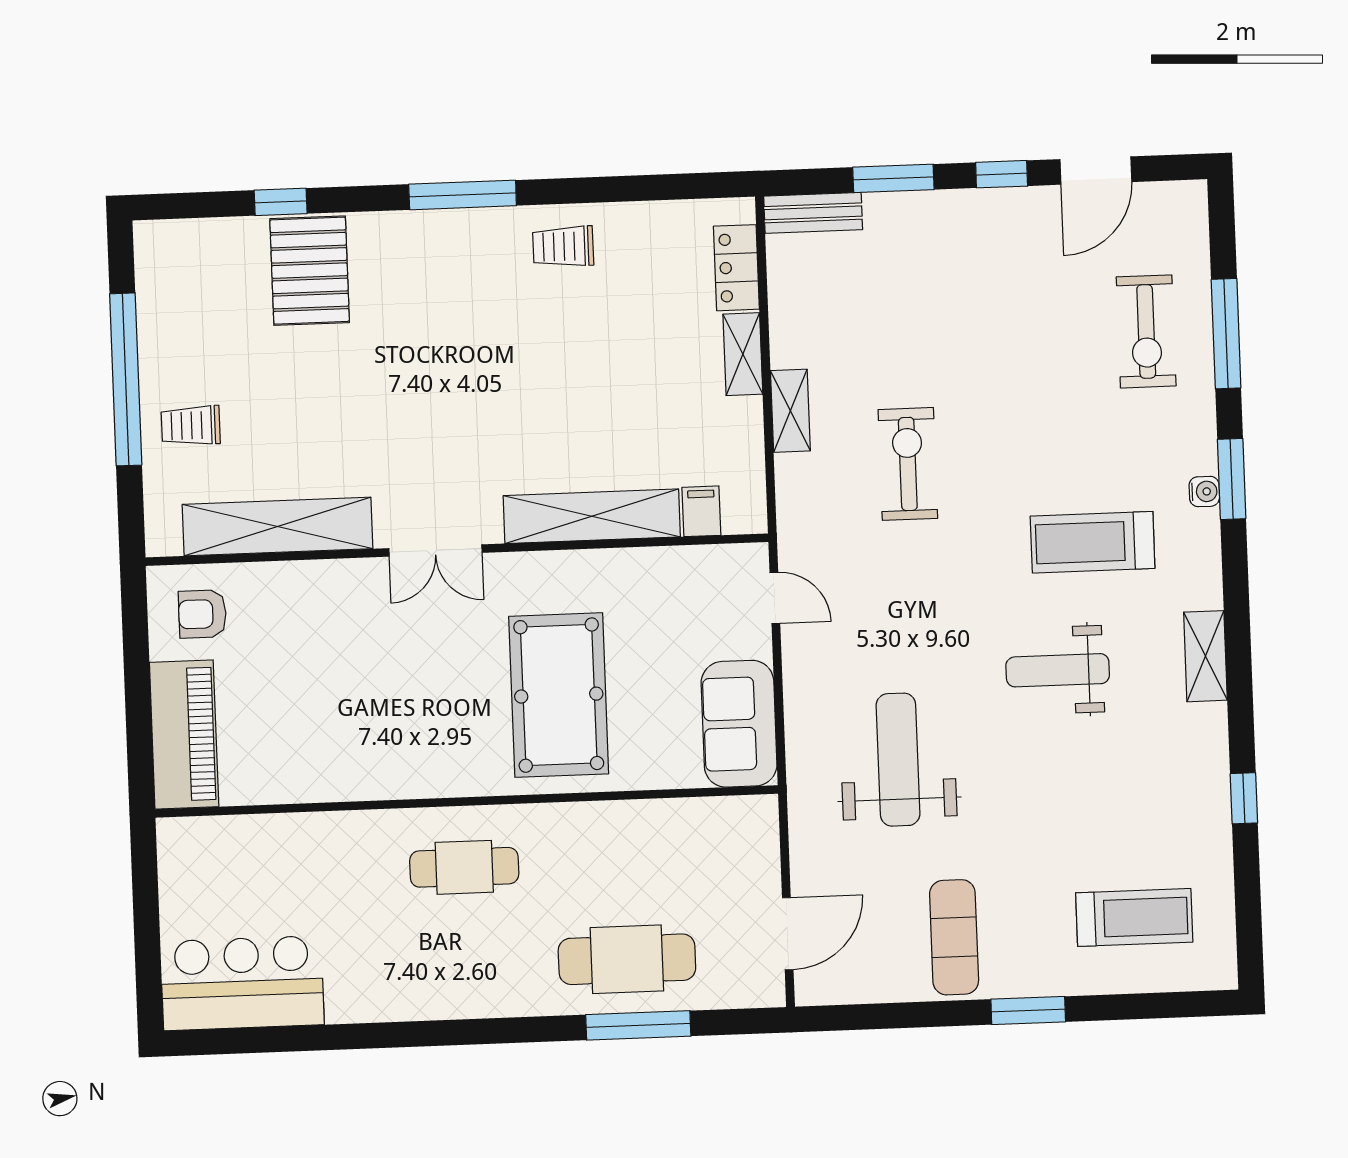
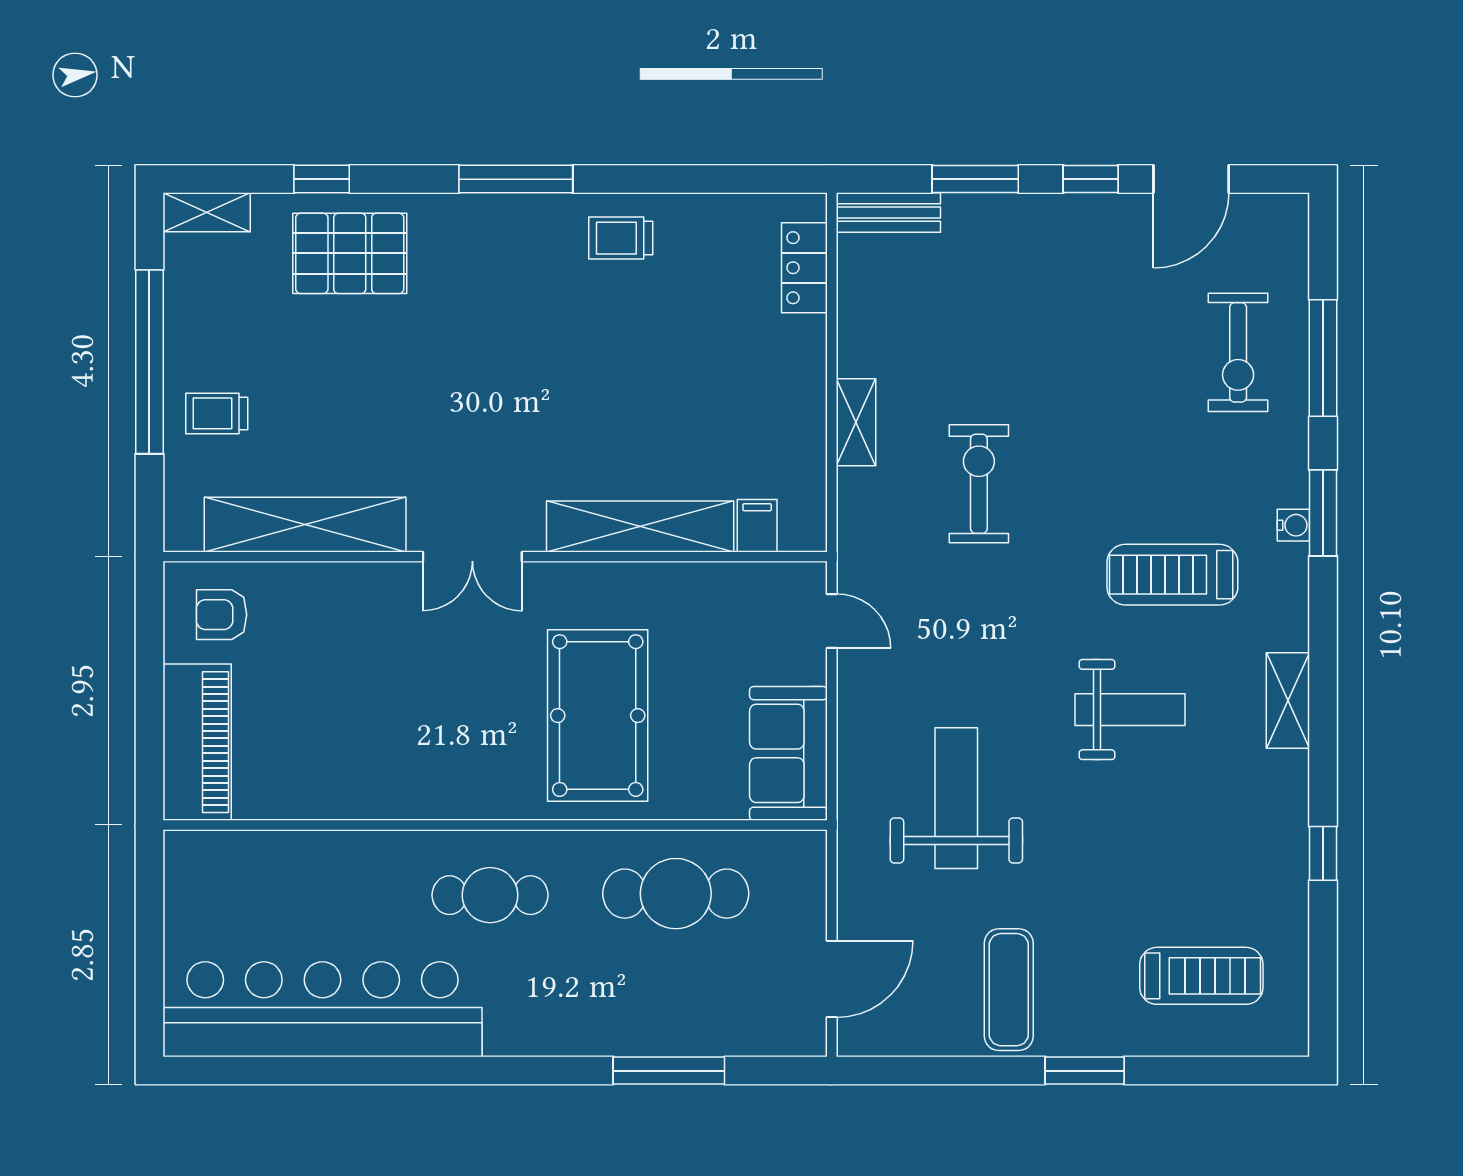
pallet: (310, 271) -> (350, 253), turned 90
shelving: (743, 354) -> (207, 212), moved, turned 90
weight bench: (1058, 670) -> (1130, 710), turned 180
cafe table: (627, 959) -> (676, 894), moved
bar counter: (242, 983) -> (323, 1009), width x1.86

